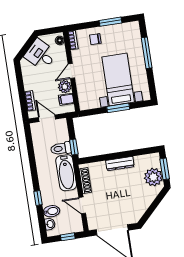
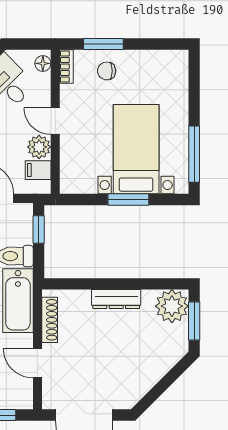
window: (111, 22) -> (103, 44), moved
window: (147, 53) -> (194, 154), moved
door: (71, 71) -> (55, 121), hinge flipped
window: (74, 147) -> (39, 229), moved
plant: (153, 177) -> (172, 306), moved

